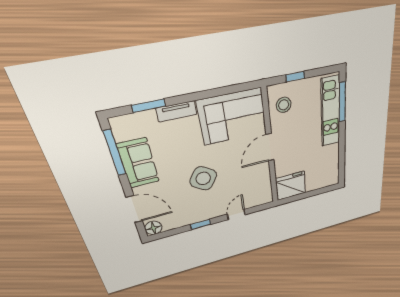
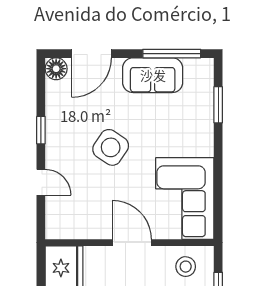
tv unit: (177, 111) -> (205, 134), removed

